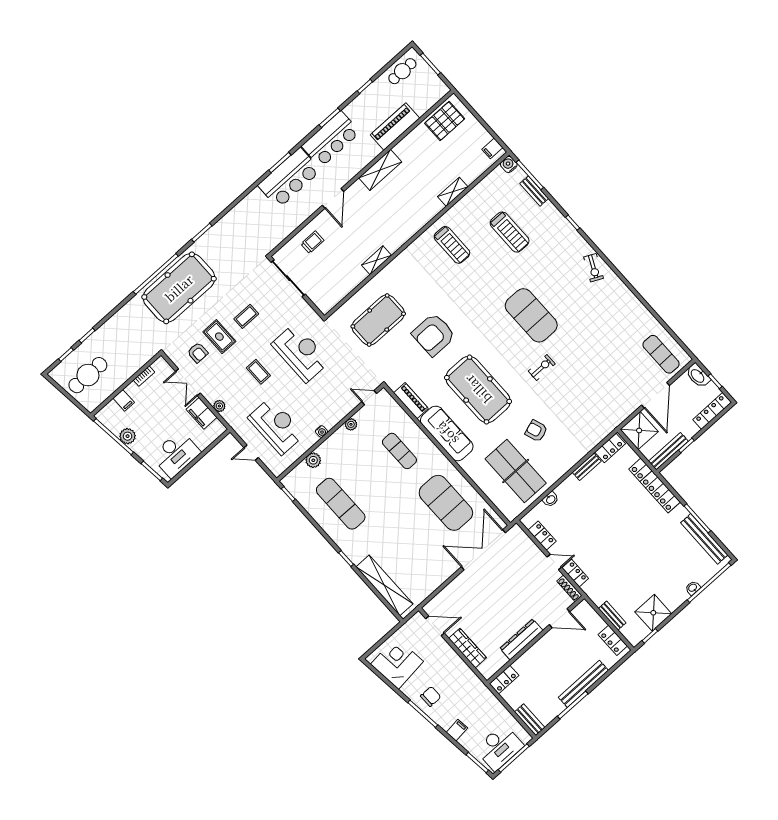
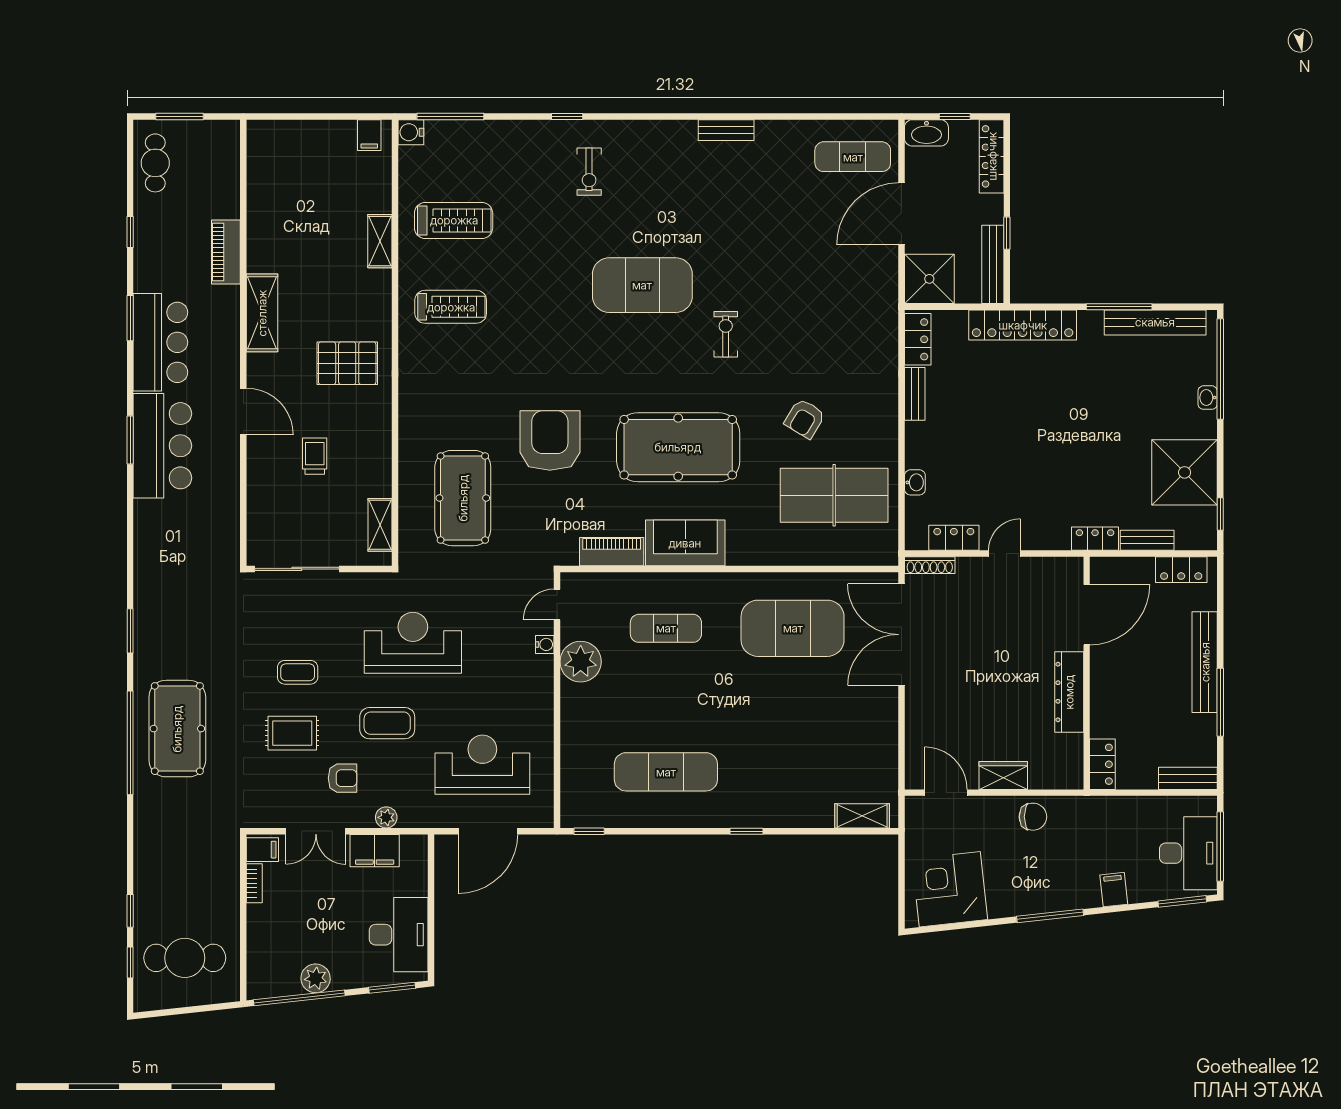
pallet: (445, 121) -> (347, 363), moved, turned 90
piano: (395, 127) -> (226, 252), width x0.73, depth x0.75
bench: (534, 191) -> (726, 130), moved
treadmill: (510, 232) -> (454, 220), moved
trolley: (312, 242) -> (315, 456), moved
shelving: (376, 260) -> (380, 525), moved
exercise bike: (593, 268) -> (589, 172), moved, turned 64
pool table: (179, 288) -> (177, 729), width x0.73, depth x0.76
coffee table: (246, 316) -> (298, 672), turned 90
armchair: (434, 335) -> (550, 441), turned 180
armchair: (198, 353) -> (343, 778), moved
coffee table: (258, 372) -> (387, 723), width x1.36, depth x1.30
cafe table: (88, 375) -> (185, 958), turned 90
door: (656, 395) -> (901, 214), swing flipped
filing cabinet: (124, 400) -> (262, 850), moved
plant: (351, 424) -> (581, 662), width x1.88, depth x1.88
water cooler: (321, 431) -> (545, 644), moved
armchair: (536, 431) -> (805, 419), turned -40
sofa: (447, 433) -> (685, 543), width x0.73
door: (251, 453) -> (488, 831), width x1.87
plant: (313, 460) -> (574, 756), removed
locker: (575, 573) -> (1095, 539), moved
shelving: (384, 585) -> (862, 816), width x0.45, depth x0.75
shoe rack: (569, 588) -> (930, 565), moved
shower: (653, 613) -> (1185, 472), width x1.37, depth x1.37
door: (559, 618) -> (1087, 615), width x1.36
door: (435, 626) -> (946, 793), hinge flipped
wardrobe: (468, 648) -> (1003, 776), width x0.67
chair: (431, 696) -> (1033, 817), moved, turned 90

